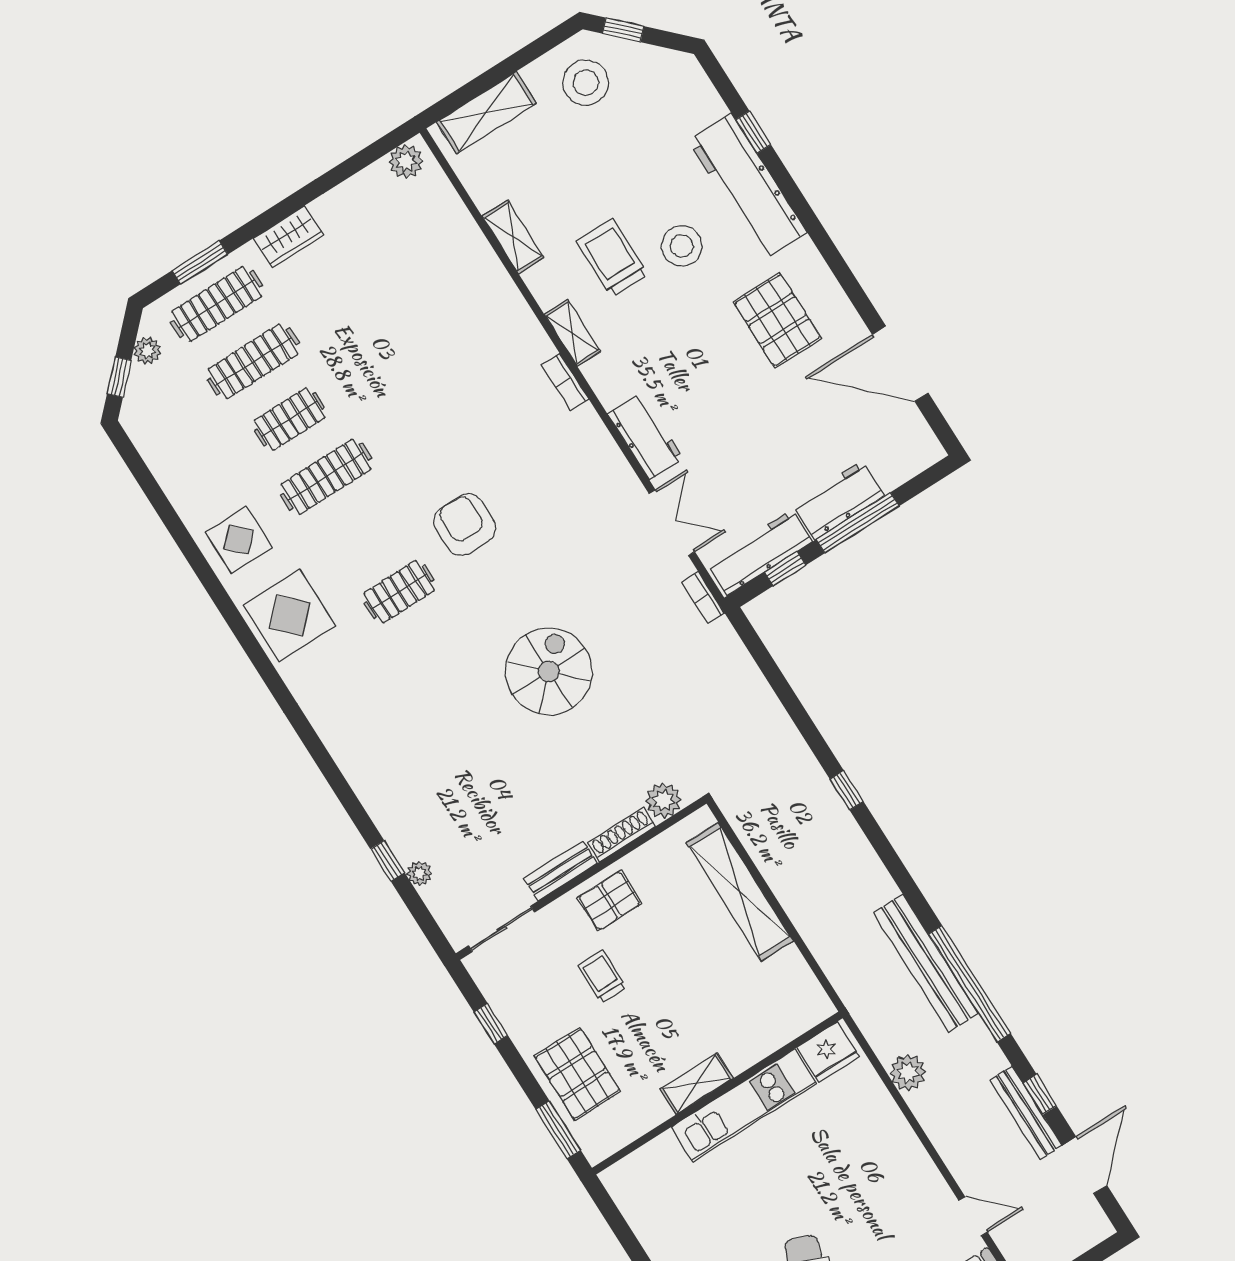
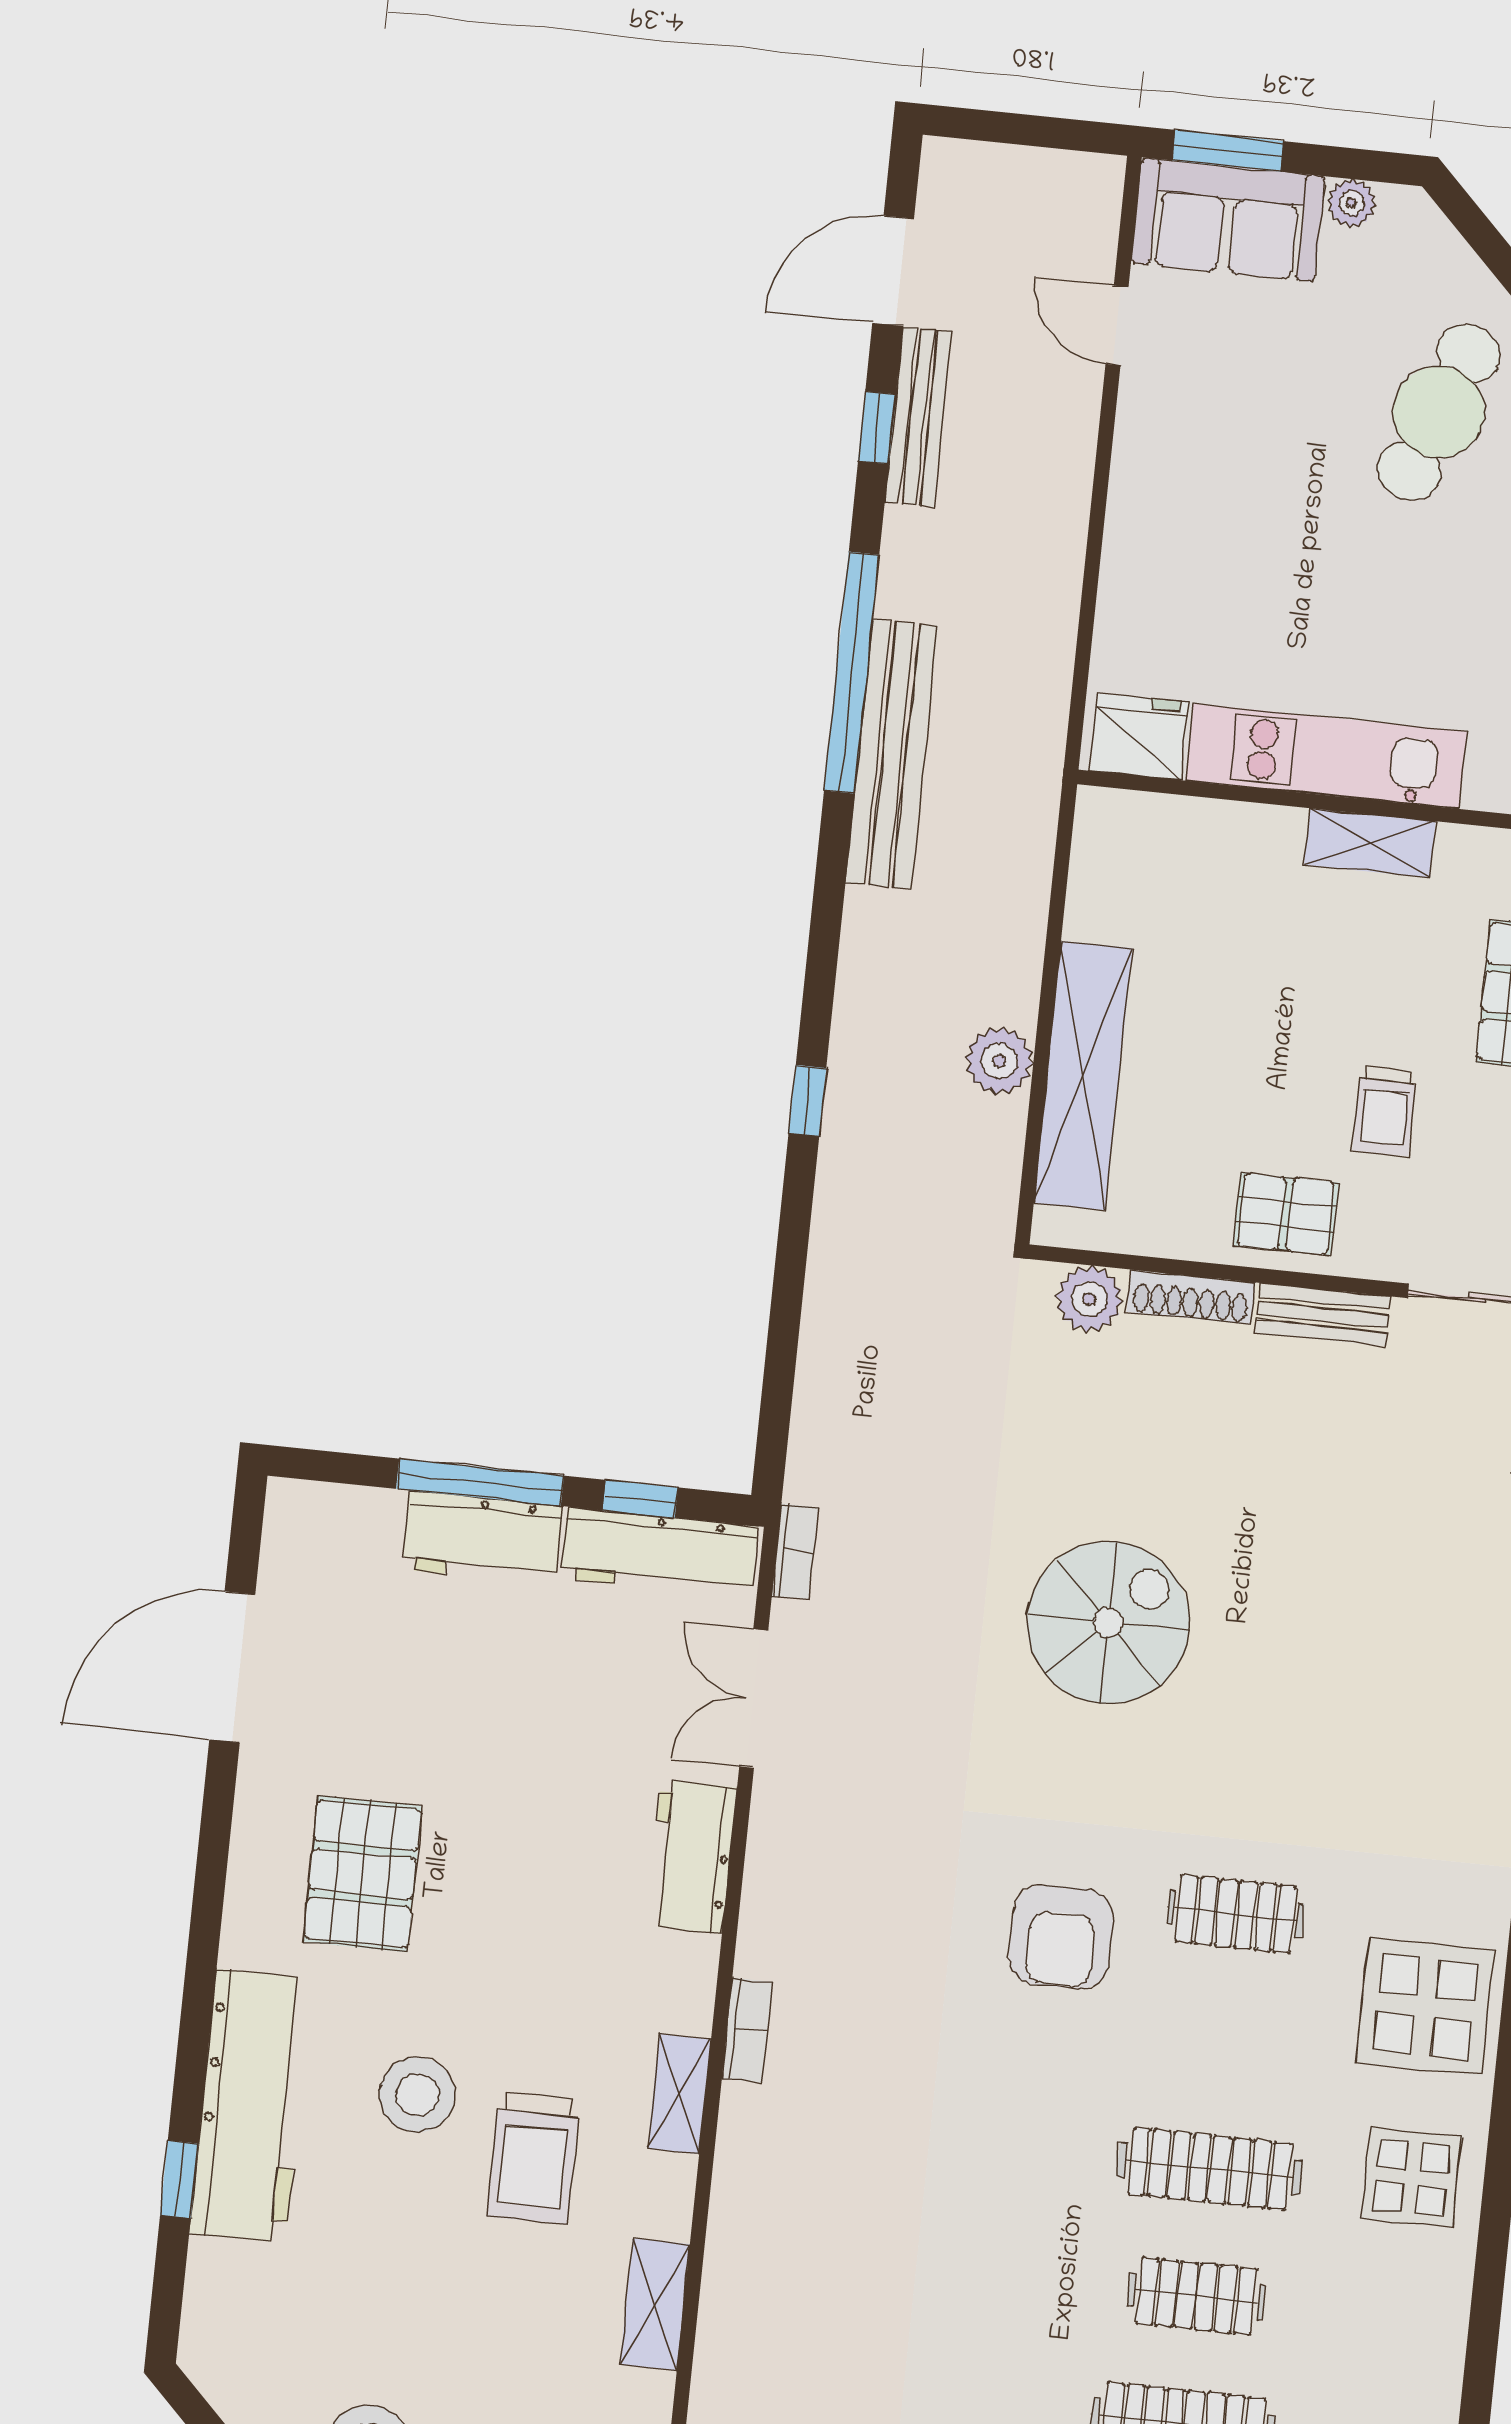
door: (900, 364) -> (232, 1667), swing flipped
spiral stairs: (549, 671) -> (1108, 1622), turned 180
plant: (908, 1072) -> (999, 1061), moved

